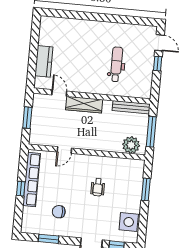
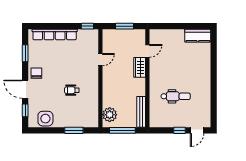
kitchen counter: (44, 61) -> (198, 36), moved
wardrobe: (84, 105) -> (140, 67), width x0.67
door: (64, 150) -> (100, 60), swing flipped
row of seats: (32, 180) -> (55, 35), moved
window: (21, 189) -> (87, 26), moved
chair: (59, 212) -> (36, 73), moved

